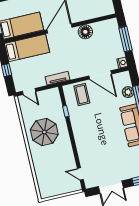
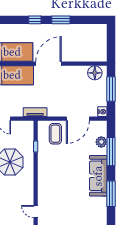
floor lamp: (85, 32) -> (95, 73), moved
door: (100, 75) -> (78, 119), hinge flipped

